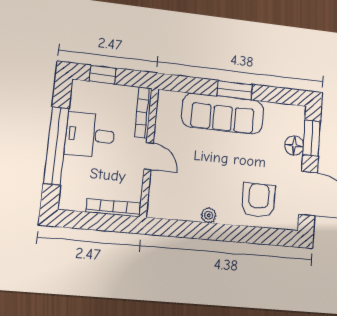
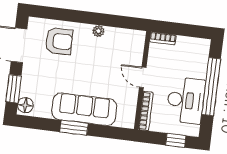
desk: (90, 135) -> (186, 100), width x1.37
floor lamp: (294, 146) -> (25, 105), moved
armchair: (259, 200) -> (59, 41), turned -90
bookcase: (114, 208) -> (163, 38), width x0.64

